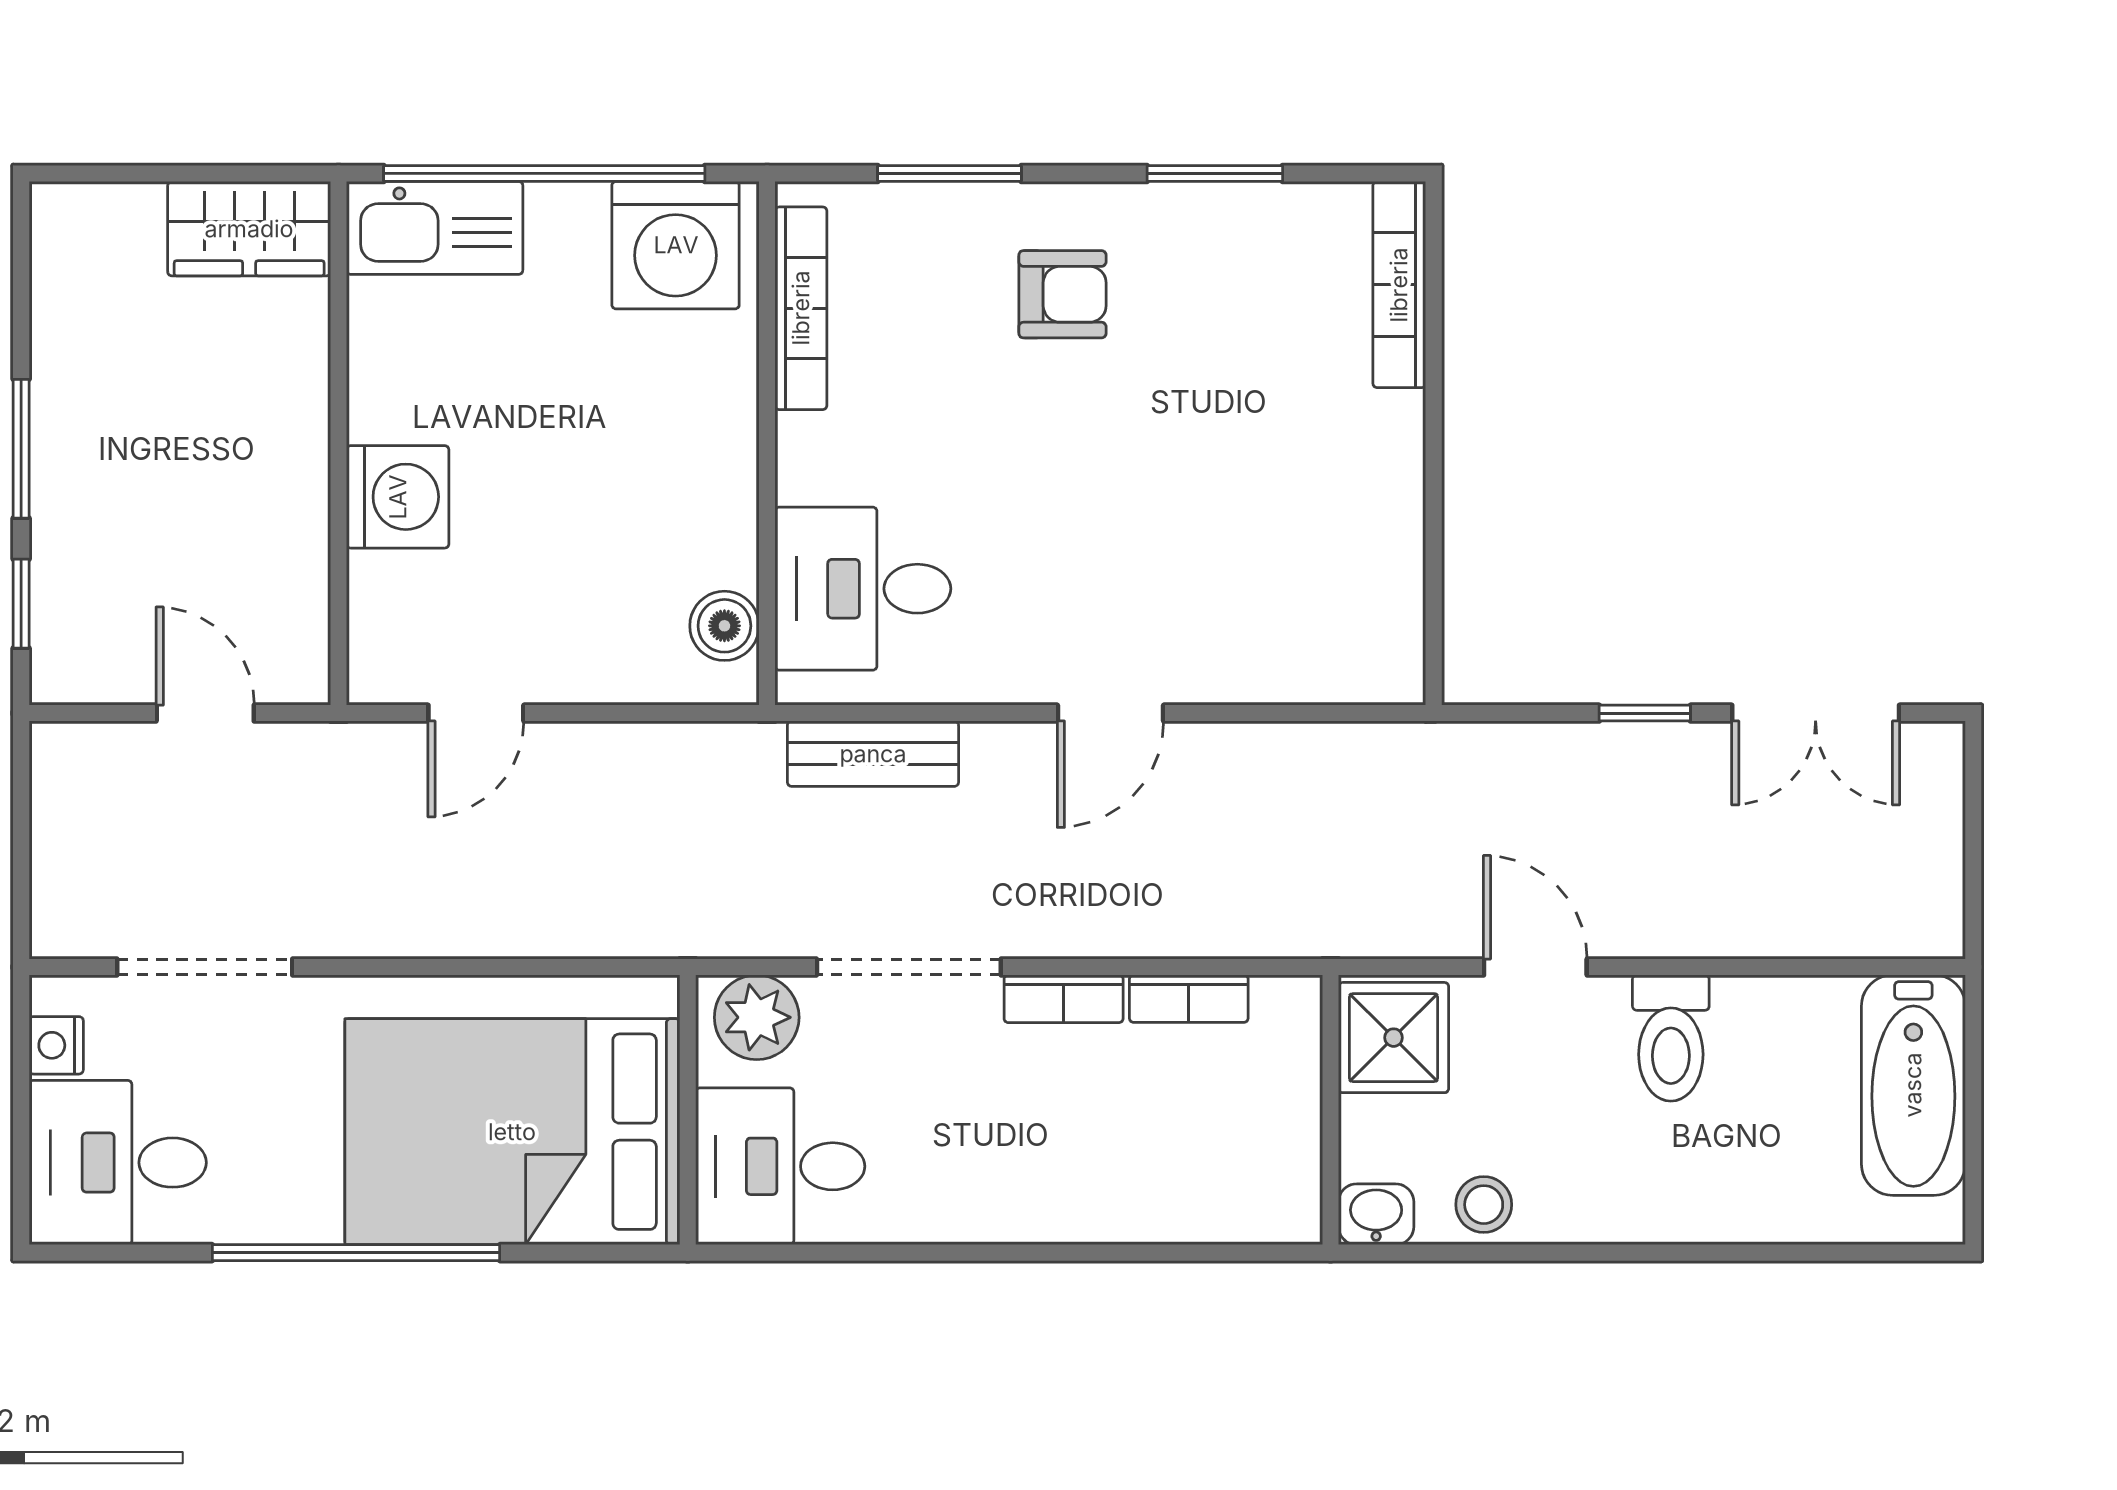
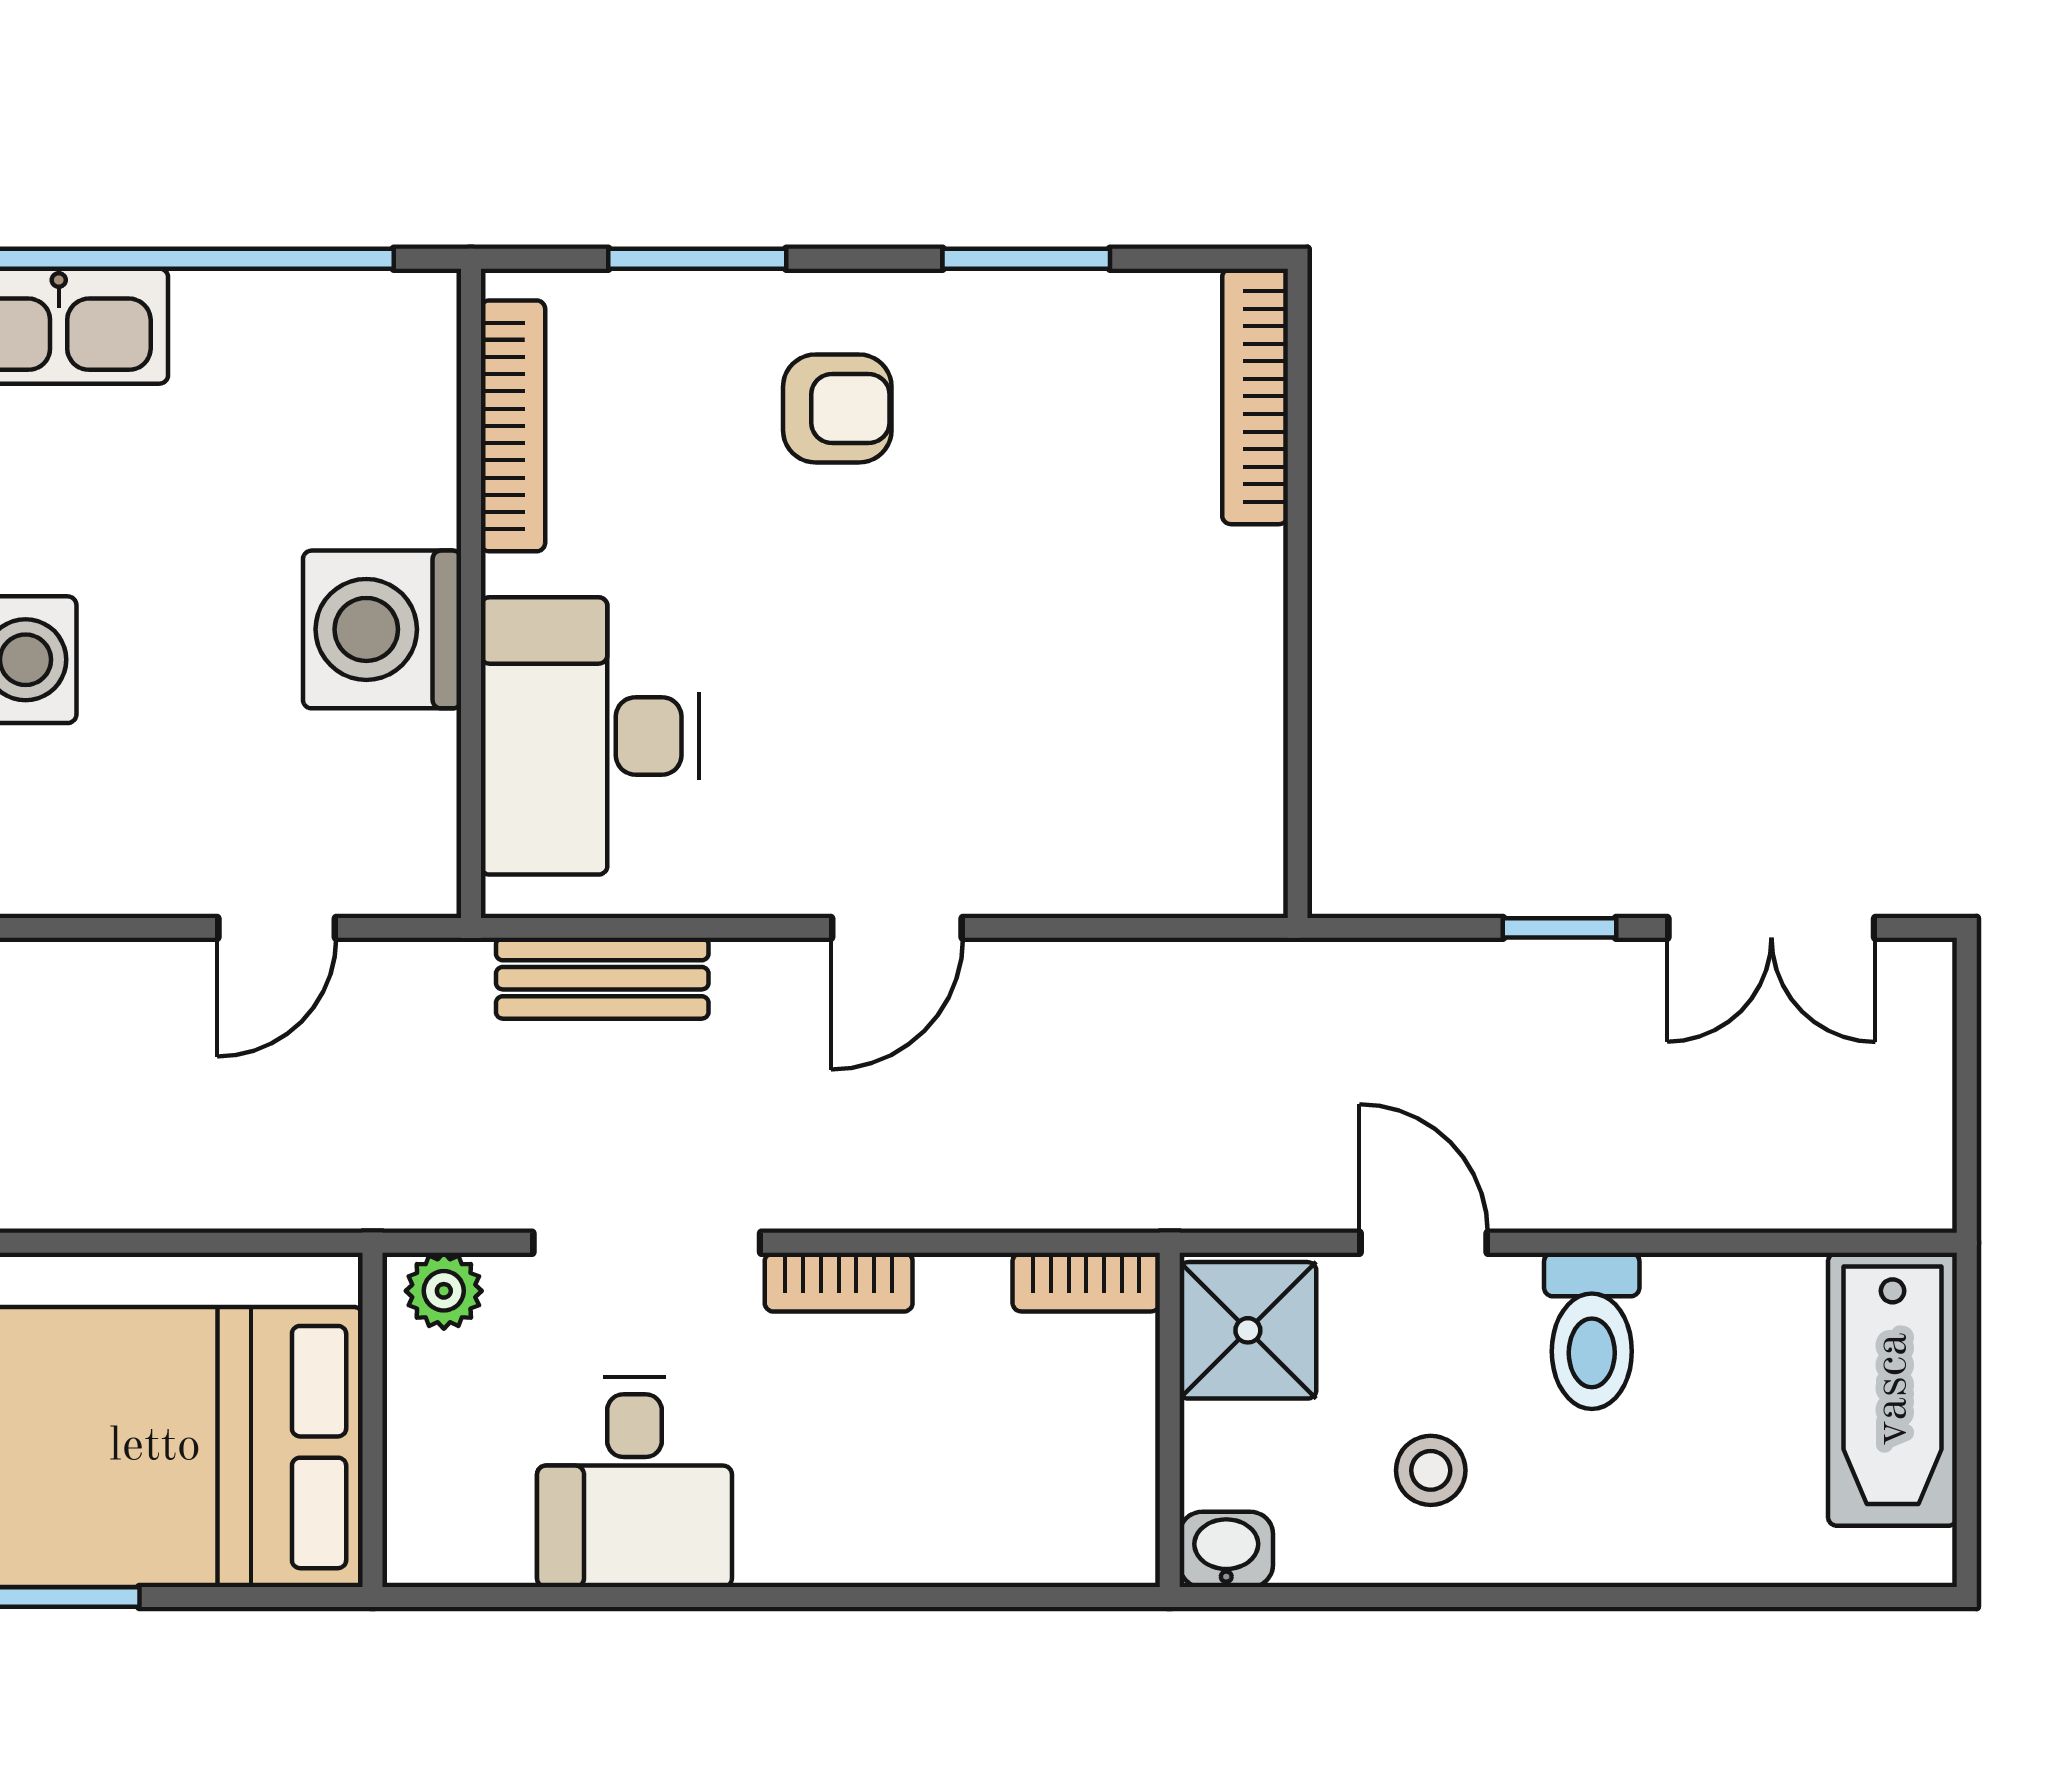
washing machine: (676, 245) -> (382, 629), moved, turned 90
desk: (863, 589) -> (590, 736), width x1.37
boiler: (724, 626) -> (418, 820), removed
door: (476, 713) -> (277, 928), moved
bookcase: (1189, 999) -> (1086, 1282), moved
plant: (757, 1017) -> (444, 1291), width x0.73, depth x0.73
desk: (780, 1166) -> (635, 1482), moved, turned -90
stool: (1484, 1205) -> (1431, 1470), moved

